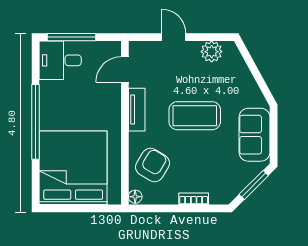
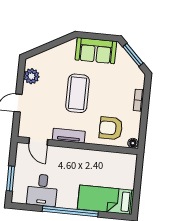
window: (72, 37) -> (10, 178), width x0.69
desk: (60, 60) -> (42, 190), moved
armchair: (152, 165) -> (111, 128), turned -31
bed: (73, 168) -> (106, 200), width x0.49

